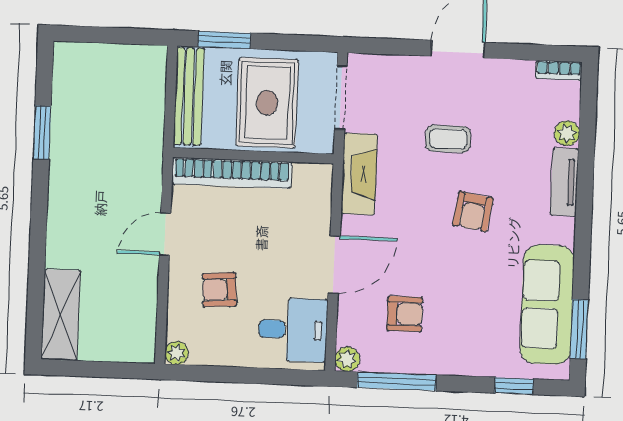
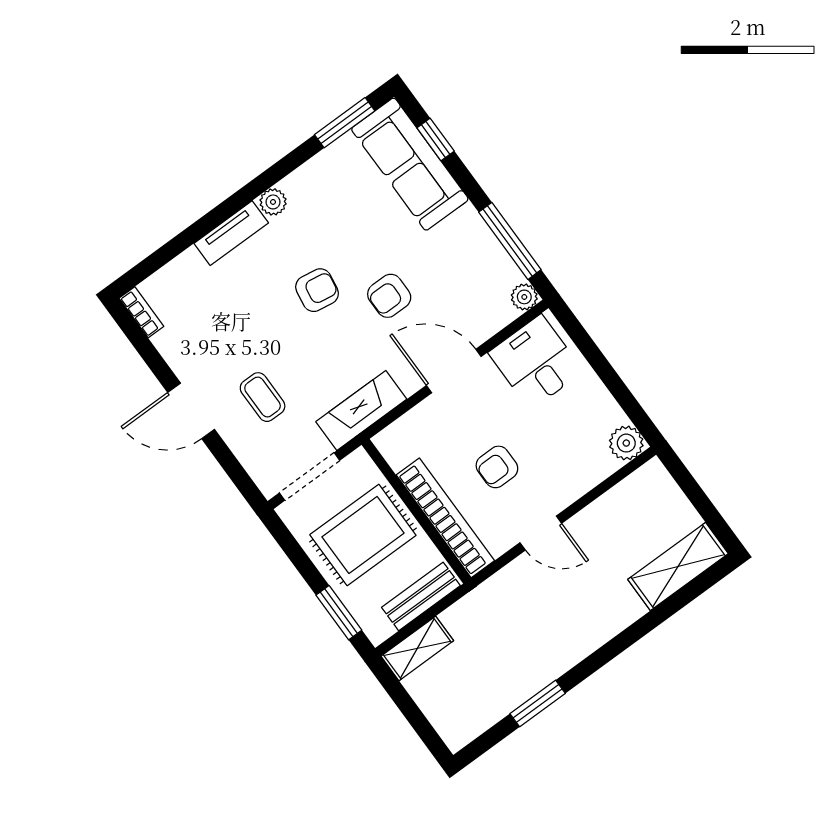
shelving: (152, 76) -> (417, 648), added
bench: (189, 96) -> (421, 596), width x0.73
plant: (567, 133) -> (273, 202), moved
coffee table: (448, 139) -> (263, 397), moved
armchair: (219, 290) -> (497, 467), moved, turned 94
sofa: (547, 305) -> (410, 164), moved, turned 90
armchair: (405, 314) -> (389, 296), moved, turned -90
plant: (177, 353) -> (626, 443), width x1.38, depth x1.38

